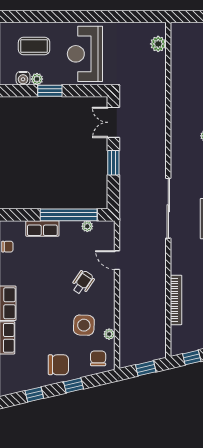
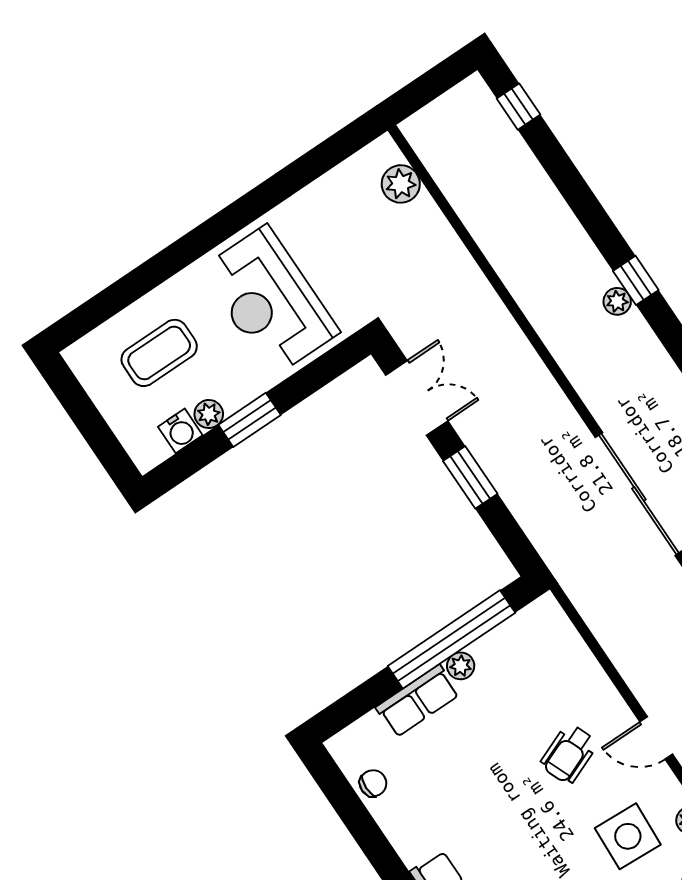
double door: (113, 122) -> (417, 398), swing flipped
plant: (87, 226) -> (461, 666), moved
door: (117, 260) -> (656, 738), moved
wheelchair: (83, 282) -> (569, 754), turned -146

